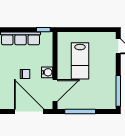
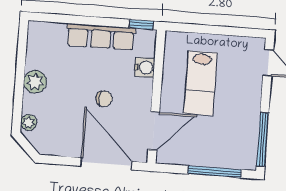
water cooler: (47, 72) -> (145, 67), moved
window: (80, 111) -> (215, 172), moved

